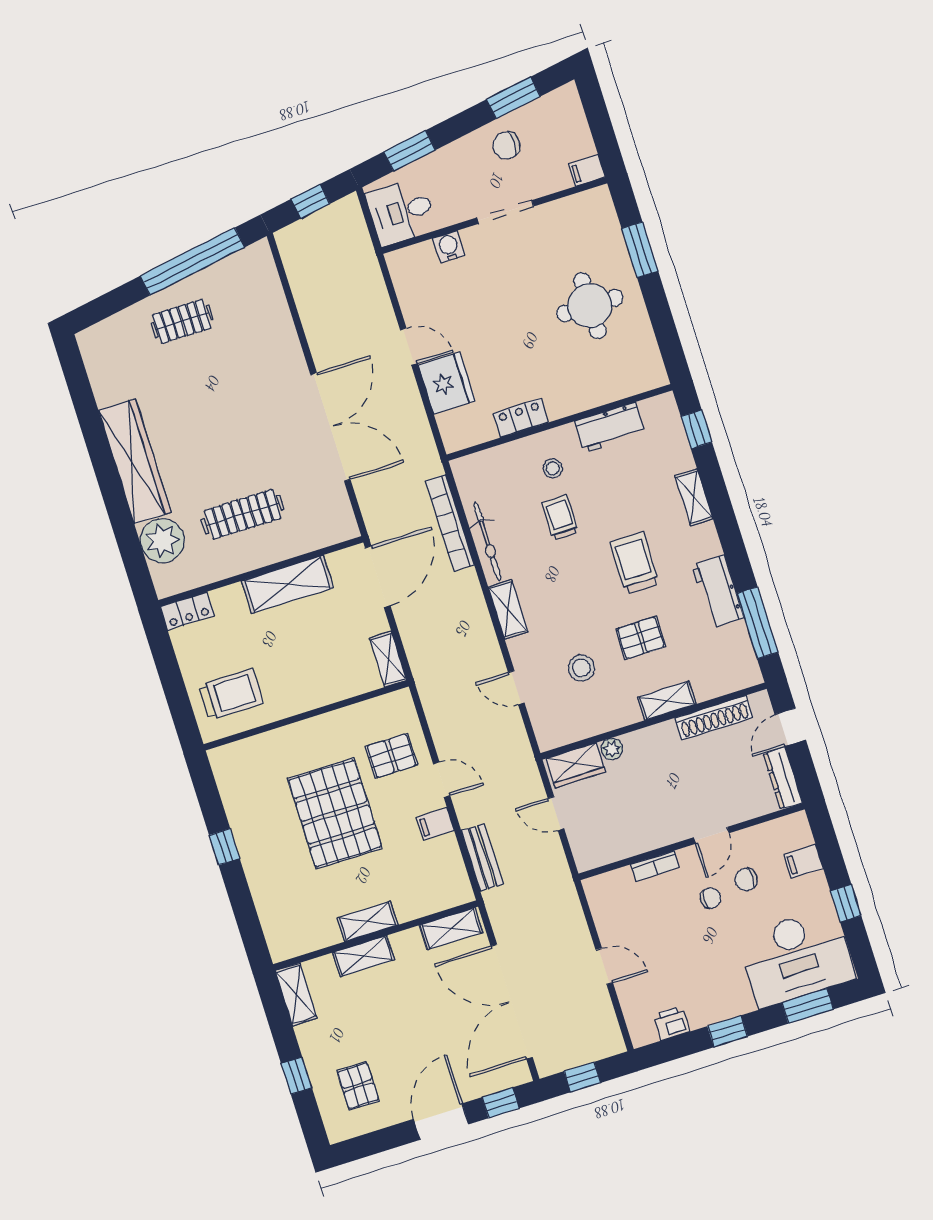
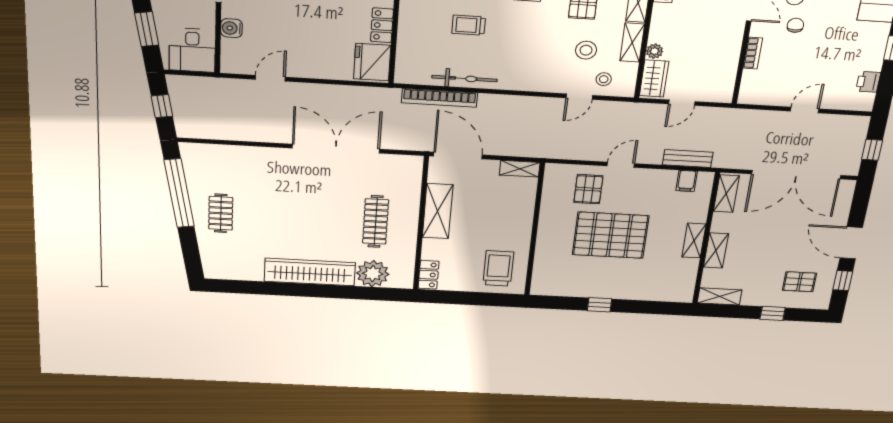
door: (409, 347) -> (270, 78), moved
fridge: (447, 383) -> (372, 62), moved, turned -90
stool: (553, 468) -> (604, 79), moved
shelving: (508, 609) -> (632, 43), moved, turned 90
filing cabinet: (435, 824) -> (687, 181), moved
window: (501, 1103) -> (843, 281), moved

